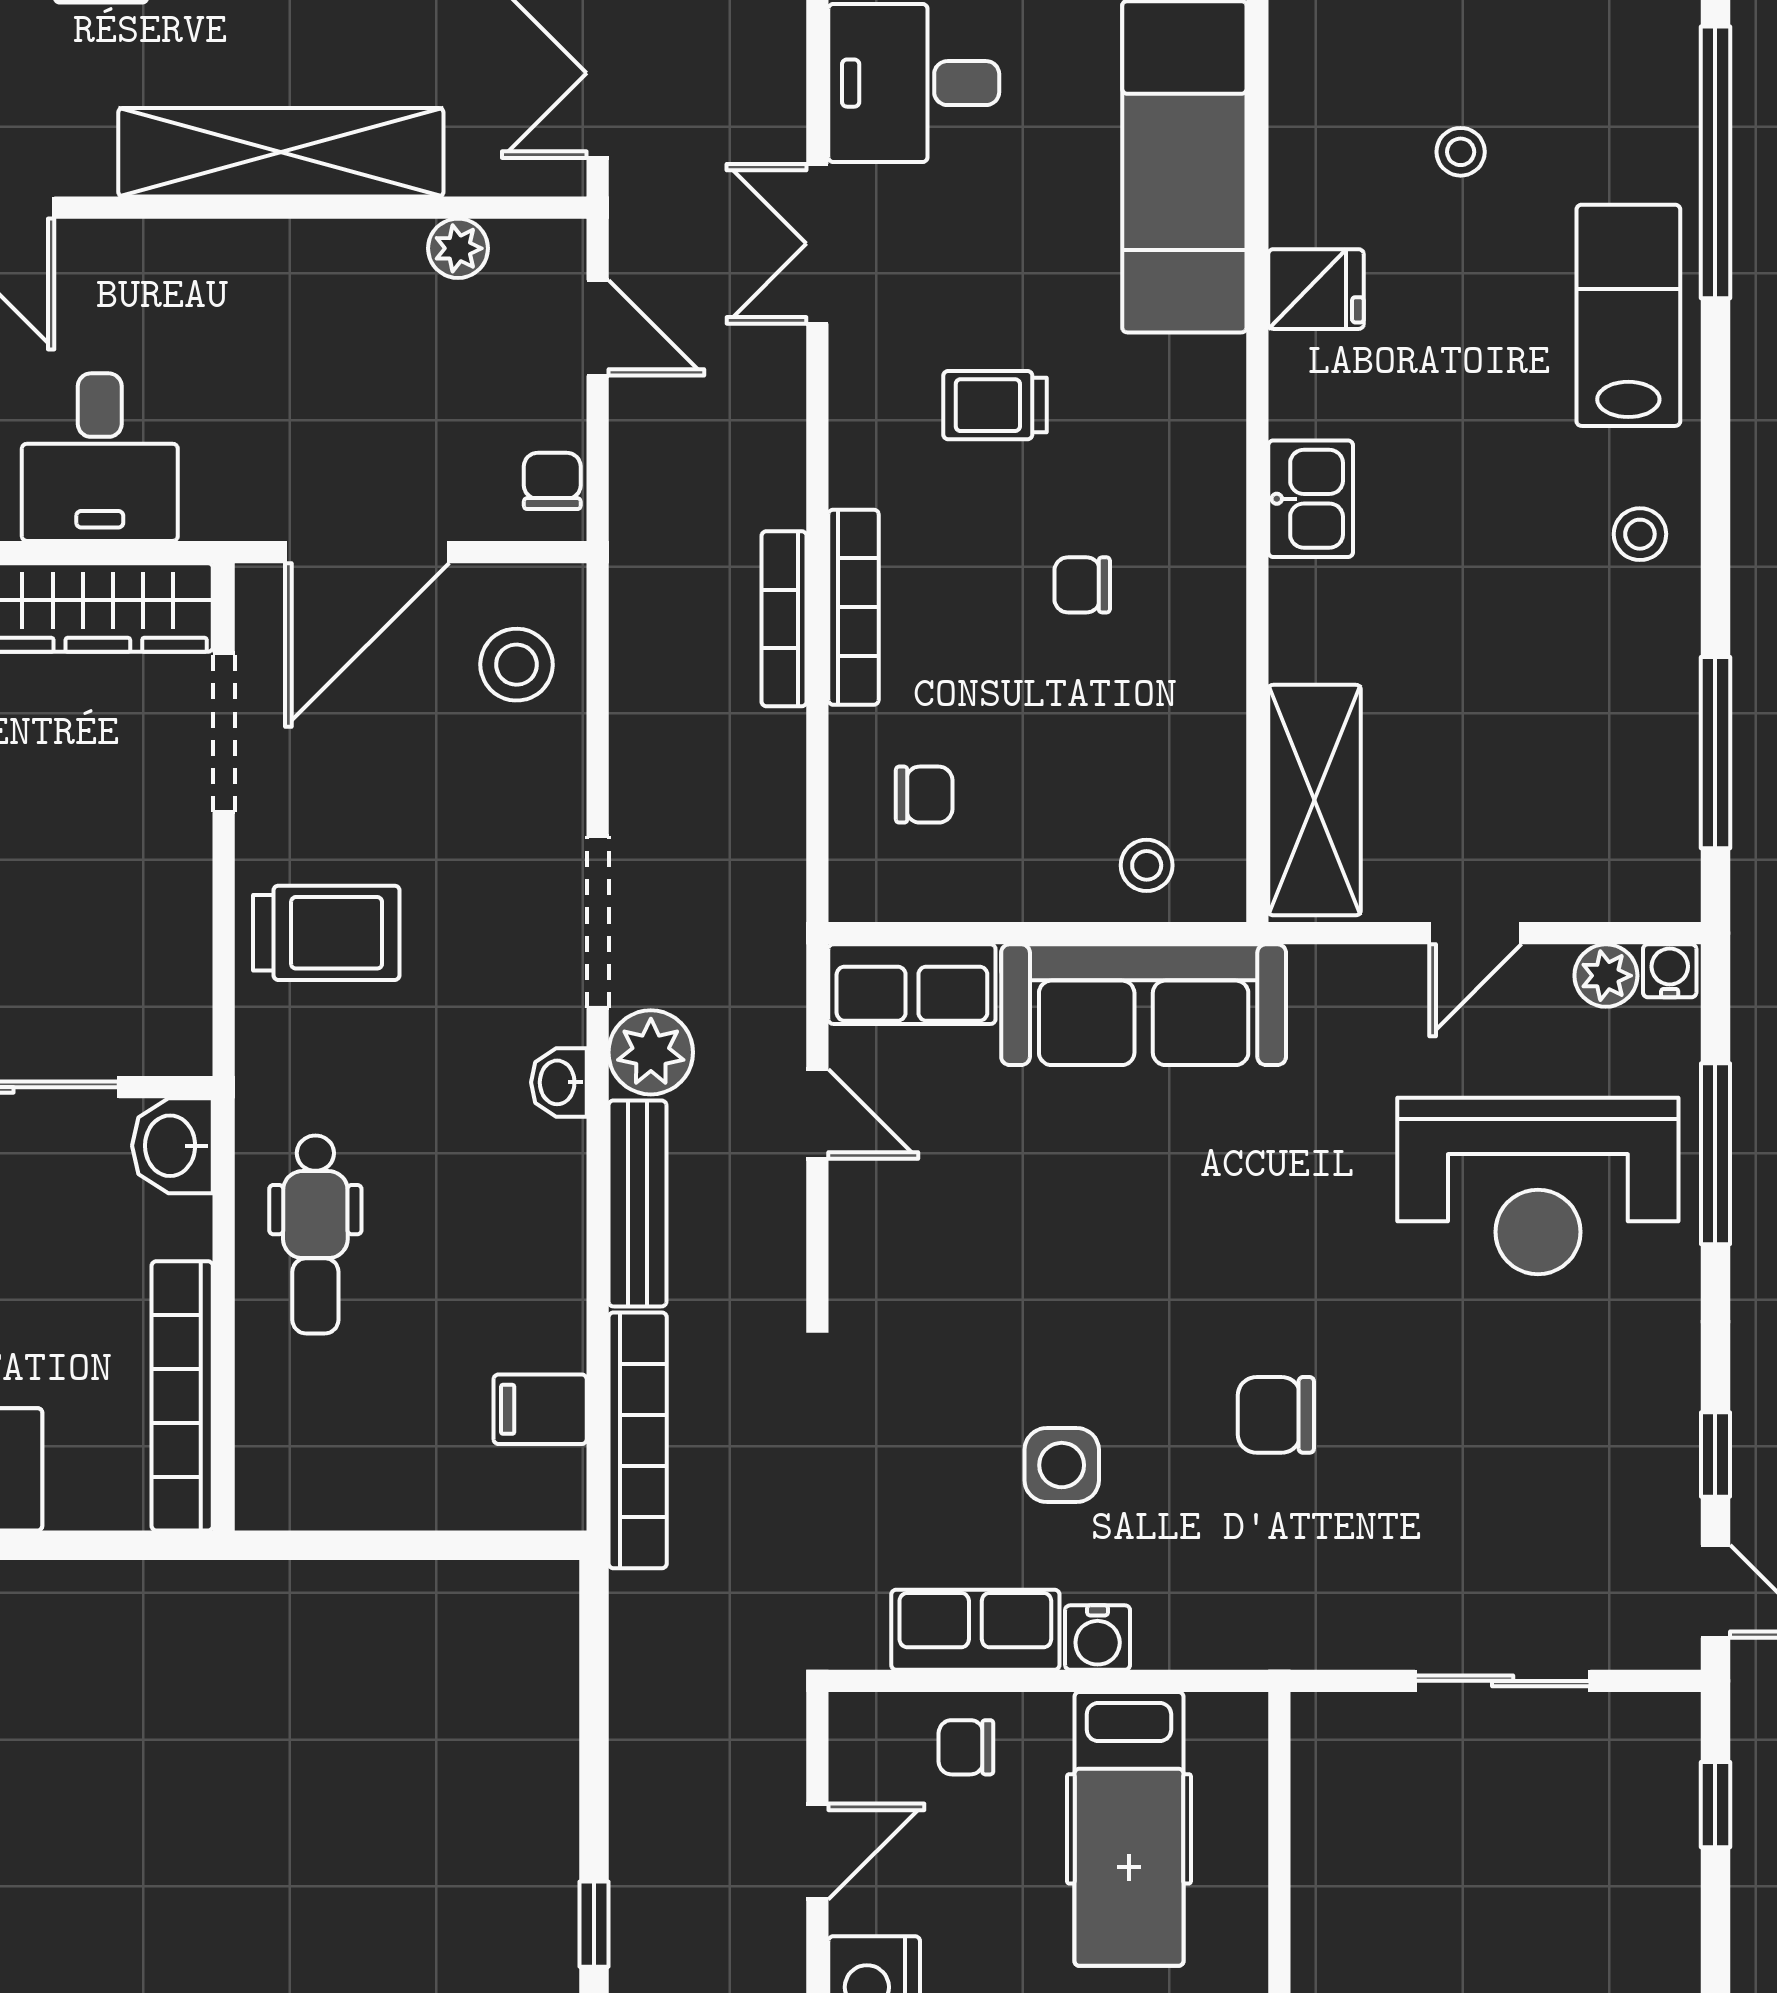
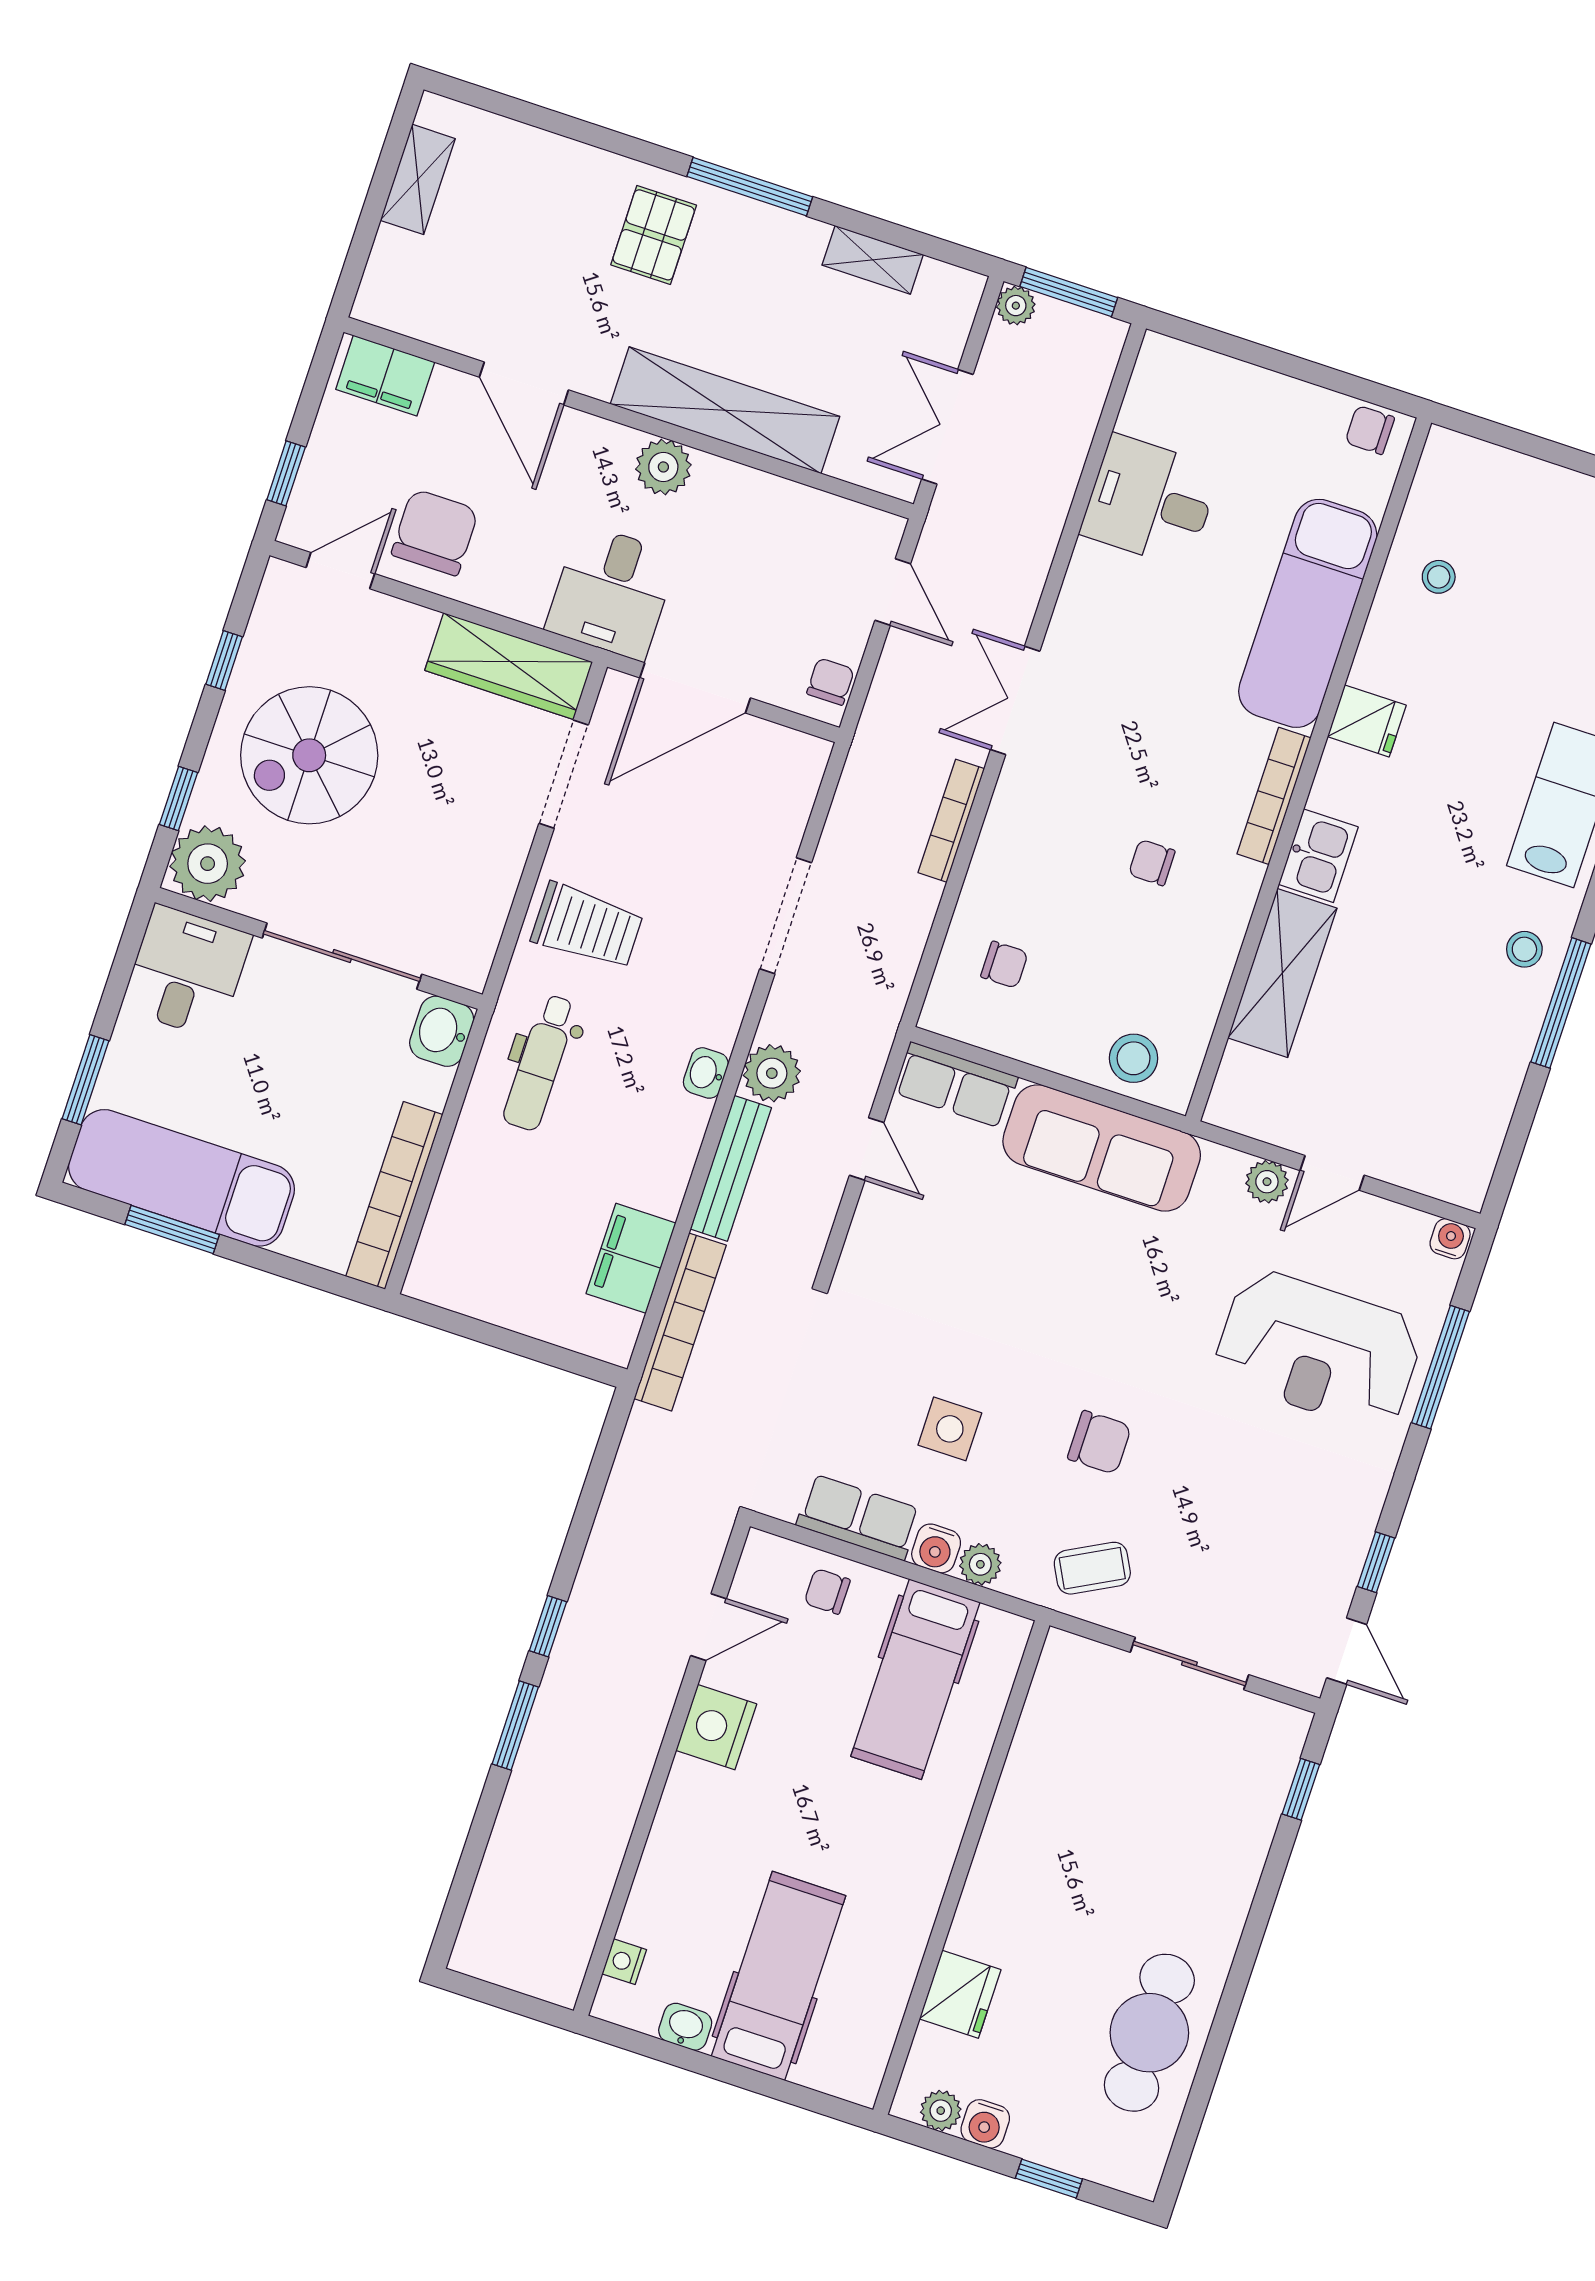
stool: (1461, 152) -> (1439, 577), moved
double door: (817, 244) -> (1015, 700), moved
plant: (458, 248) -> (663, 467), moved, width x1.38, depth x1.38
trolley: (995, 405) -> (1134, 727), removed
desk: (100, 457) -> (612, 592), moved
bookcase: (854, 607) -> (1274, 796), moved, turned 180
stool: (516, 665) -> (768, 793), removed
window: (1715, 753) -> (1561, 1003), moved
shelving: (1314, 800) -> (1282, 973), moved
stool: (1147, 865) -> (1134, 1058), width x1.37, depth x1.37
doorway: (598, 922) -> (786, 916), moved
plant: (1606, 976) -> (1267, 1182), moved
dental chair: (315, 1234) -> (540, 1063), moved
filing cabinet: (540, 1409) -> (631, 1258), width x2.00
chair: (1276, 1415) -> (1099, 1442), turned 180
coffee table: (1324, 1593) -> (1092, 1568), added
plant: (1166, 1639) -> (980, 1564), added

